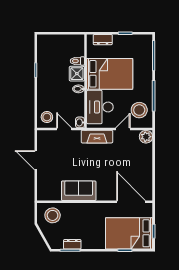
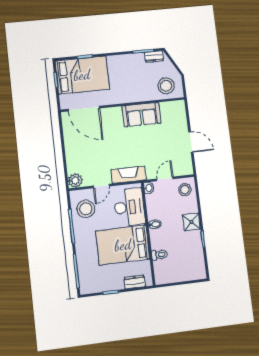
shower: (77, 74) -> (192, 222), moved
door: (64, 129) -> (165, 179), swing flipped
dresser: (72, 244) -> (154, 56), moved

